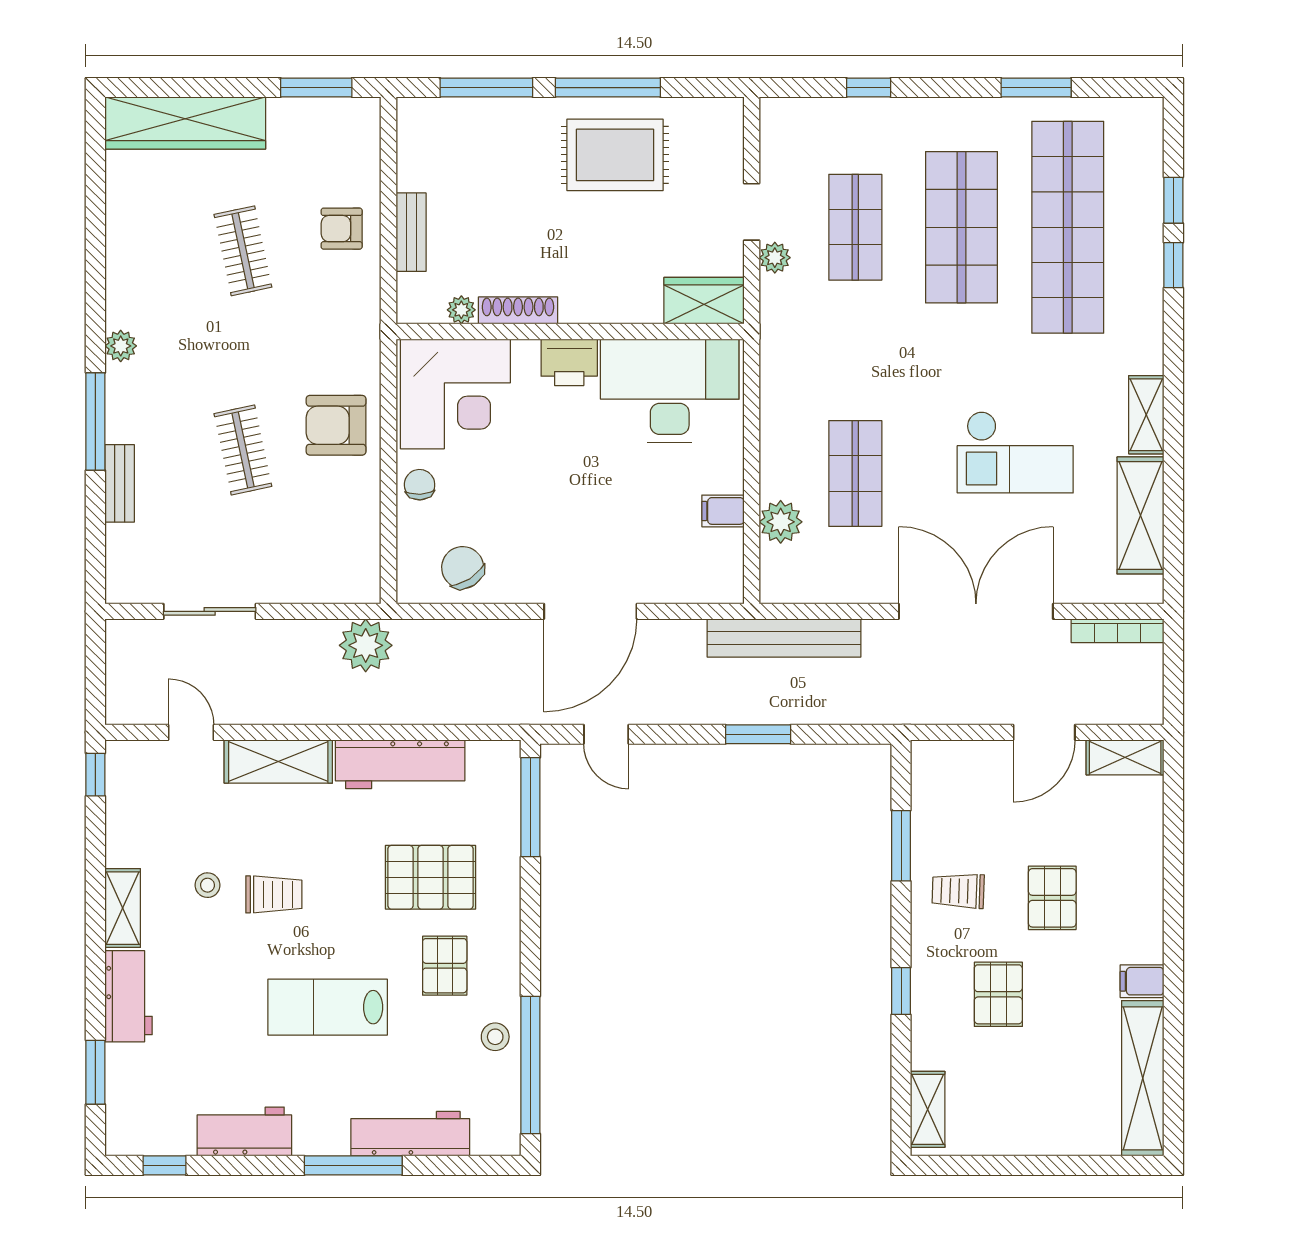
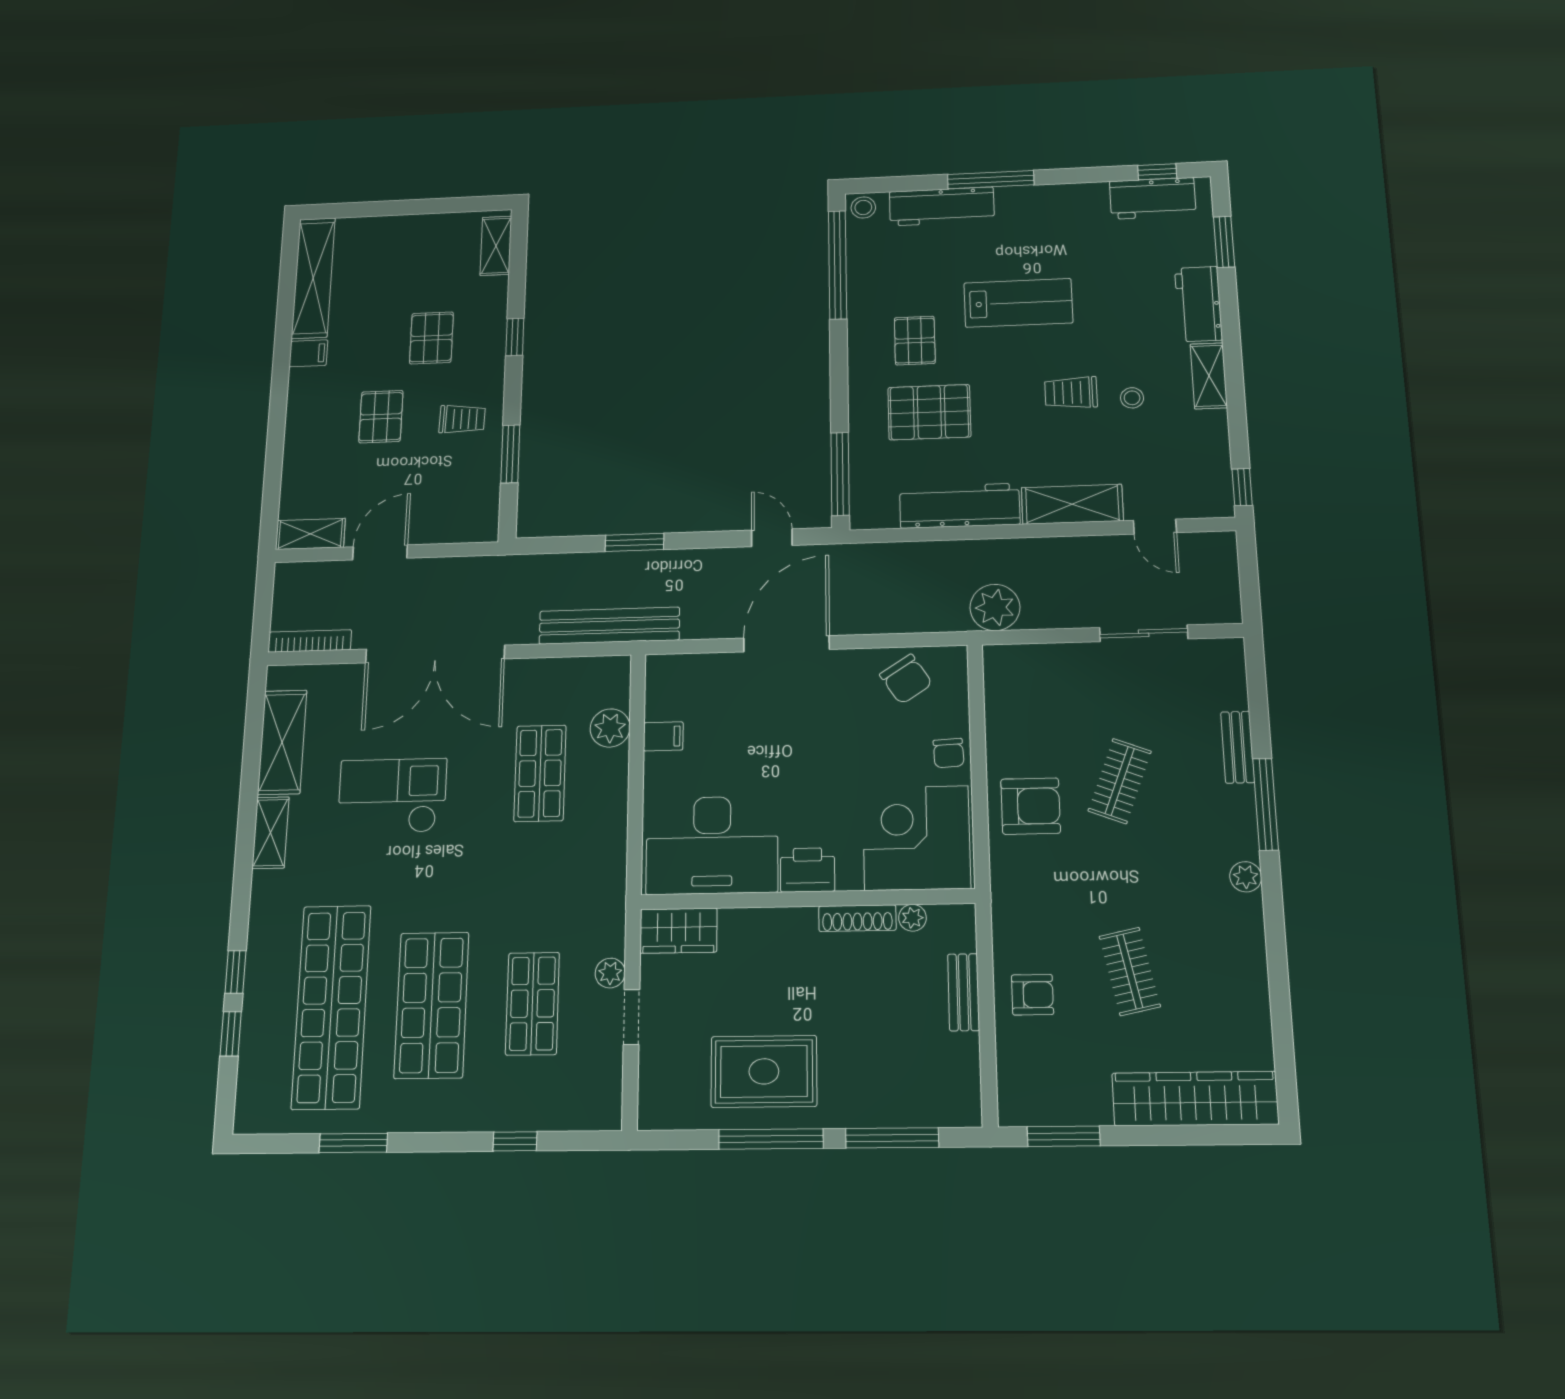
clothes rail: (243, 450) -> (1120, 781), turned 33
stool: (495, 1037) -> (863, 207), moved
workbench: (244, 1132) -> (1153, 198), moved

